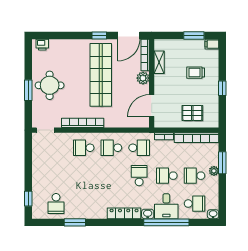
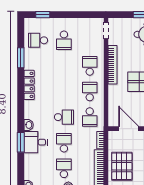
pallet: (192, 113) -> (122, 166), width x1.50, depth x1.42
school desk: (195, 204) -> (64, 40), moved
locker: (124, 213) -> (29, 85), moved
window: (166, 222) -> (21, 142), width x0.47

